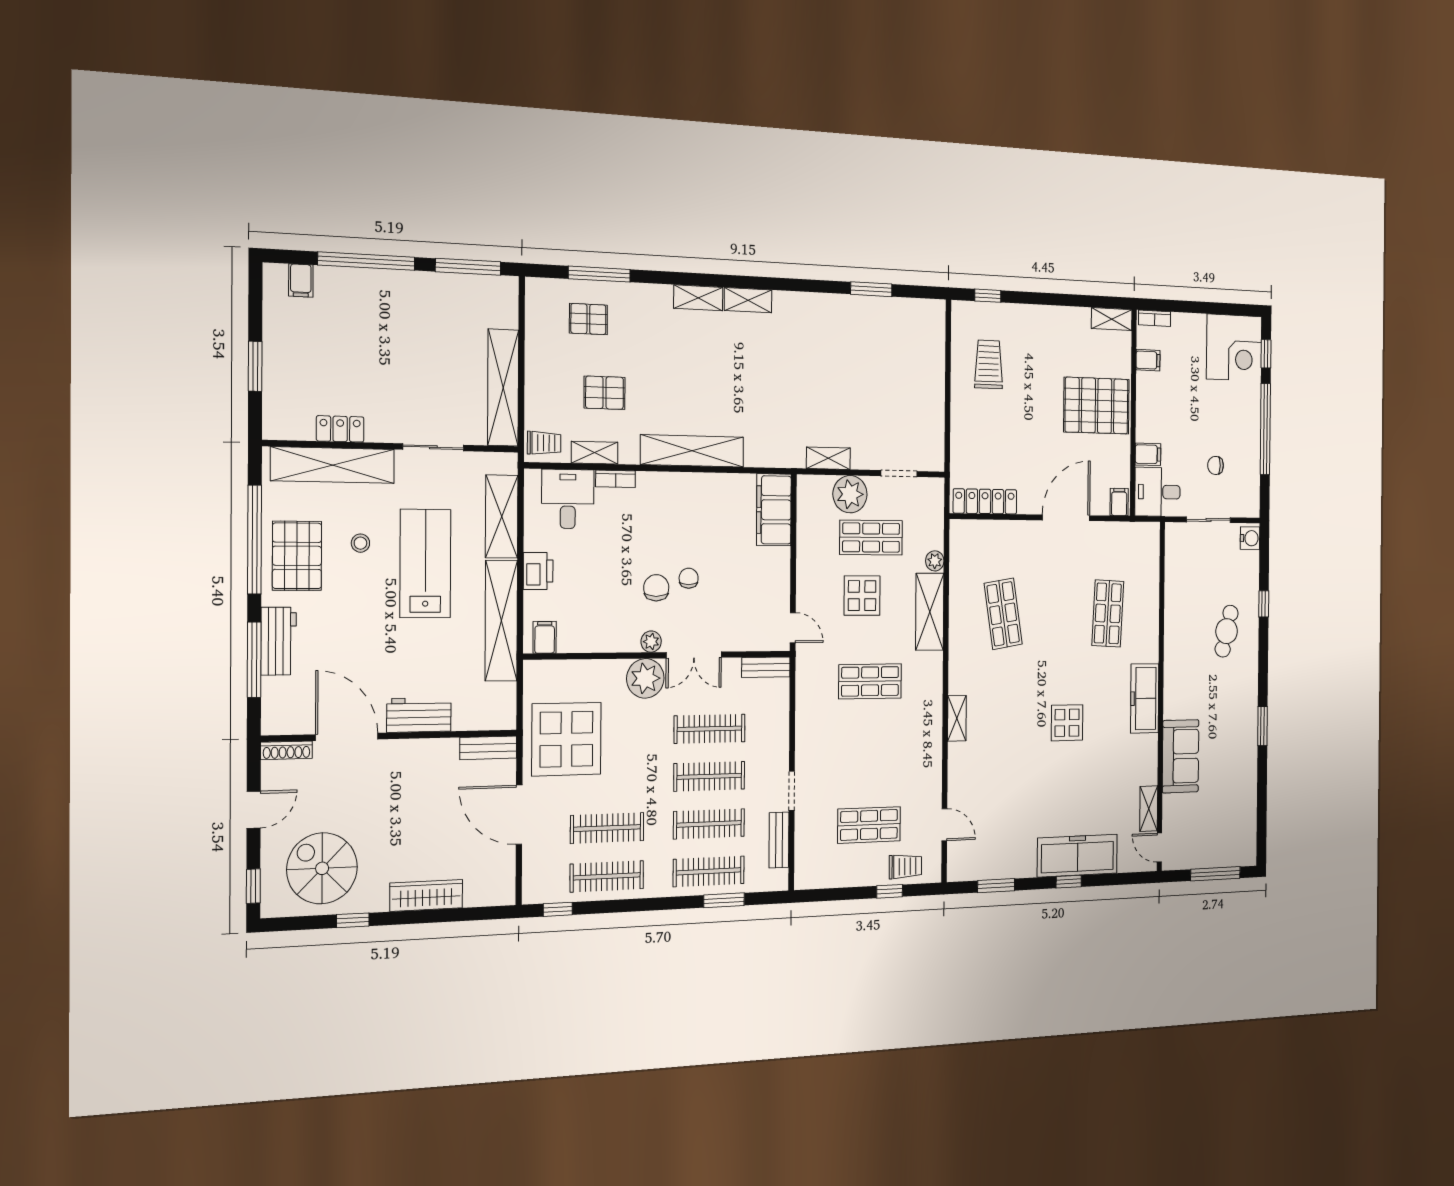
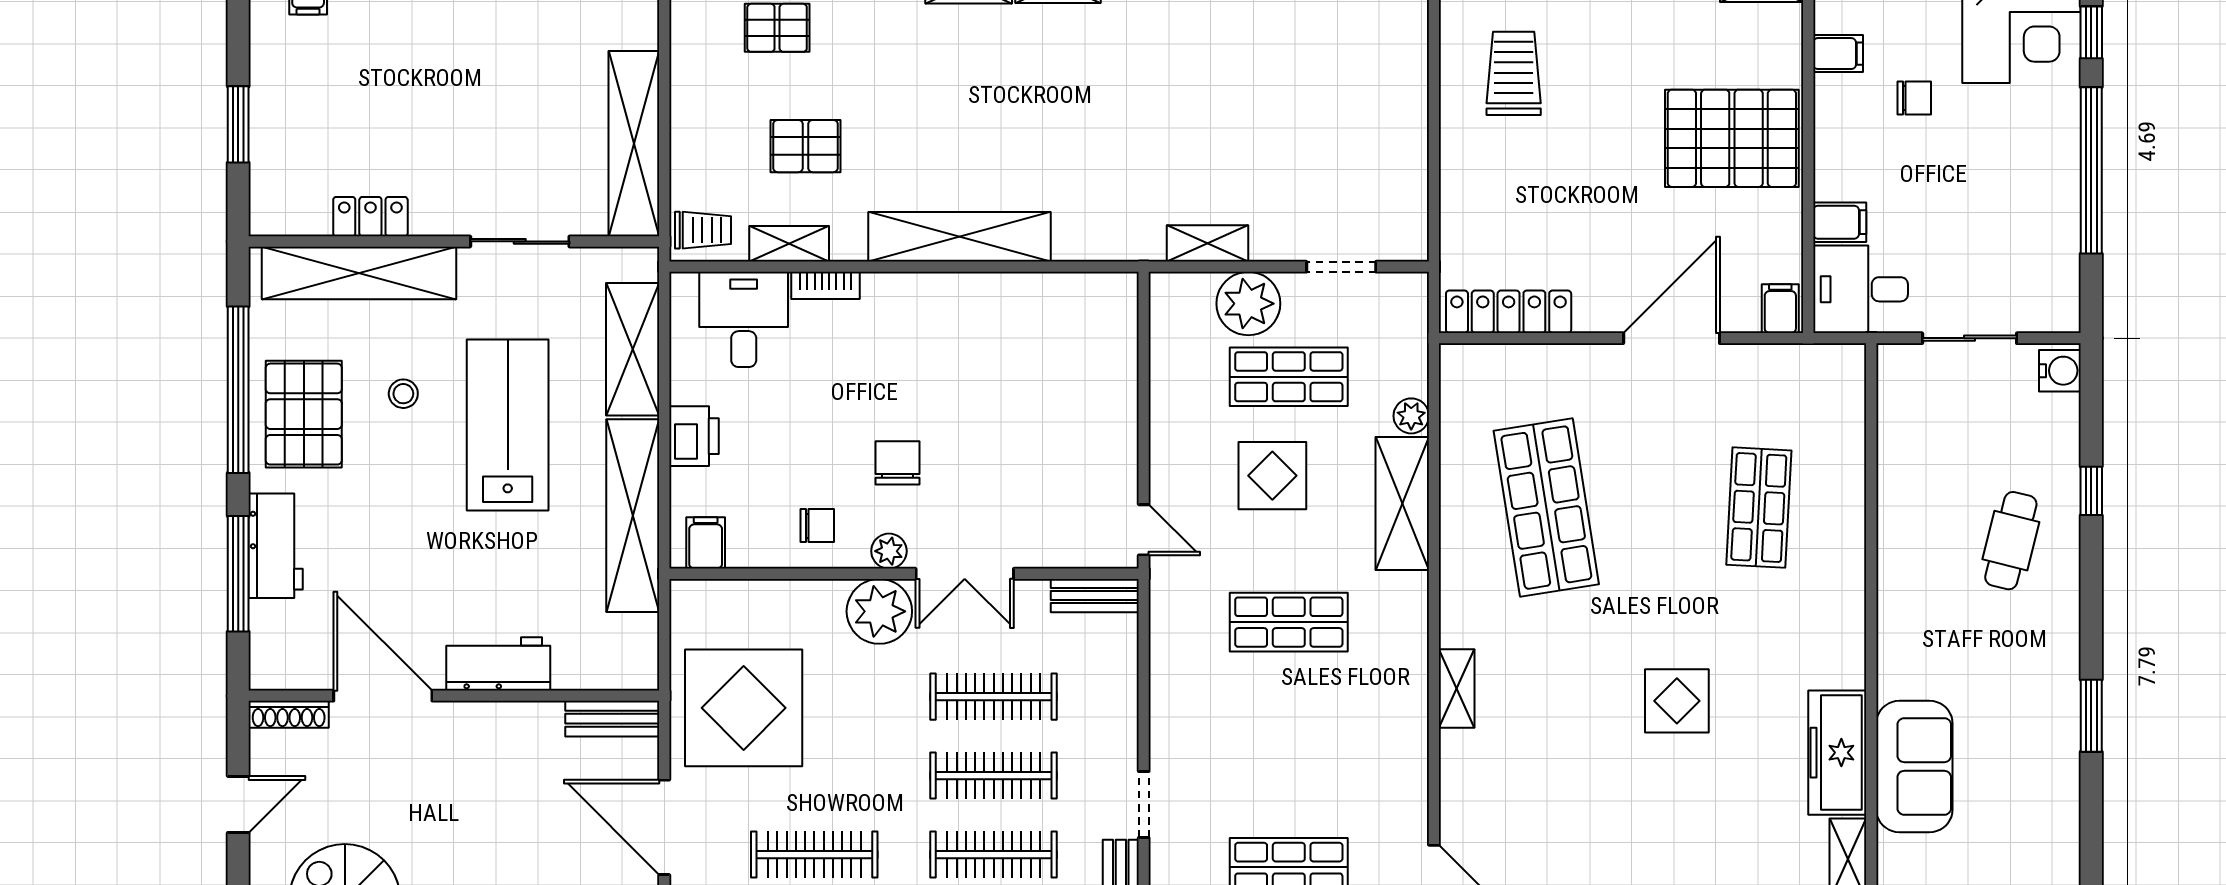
chair: (1216, 465) -> (1914, 98), moved, turned 180
filing cabinet: (774, 510) -> (1107, 332), removed
chair: (689, 578) -> (817, 526), moved, turned 90
shop shelf: (1003, 614) -> (1546, 508), width x1.43, depth x1.36
freezer: (1145, 698) -> (1837, 753), moved

